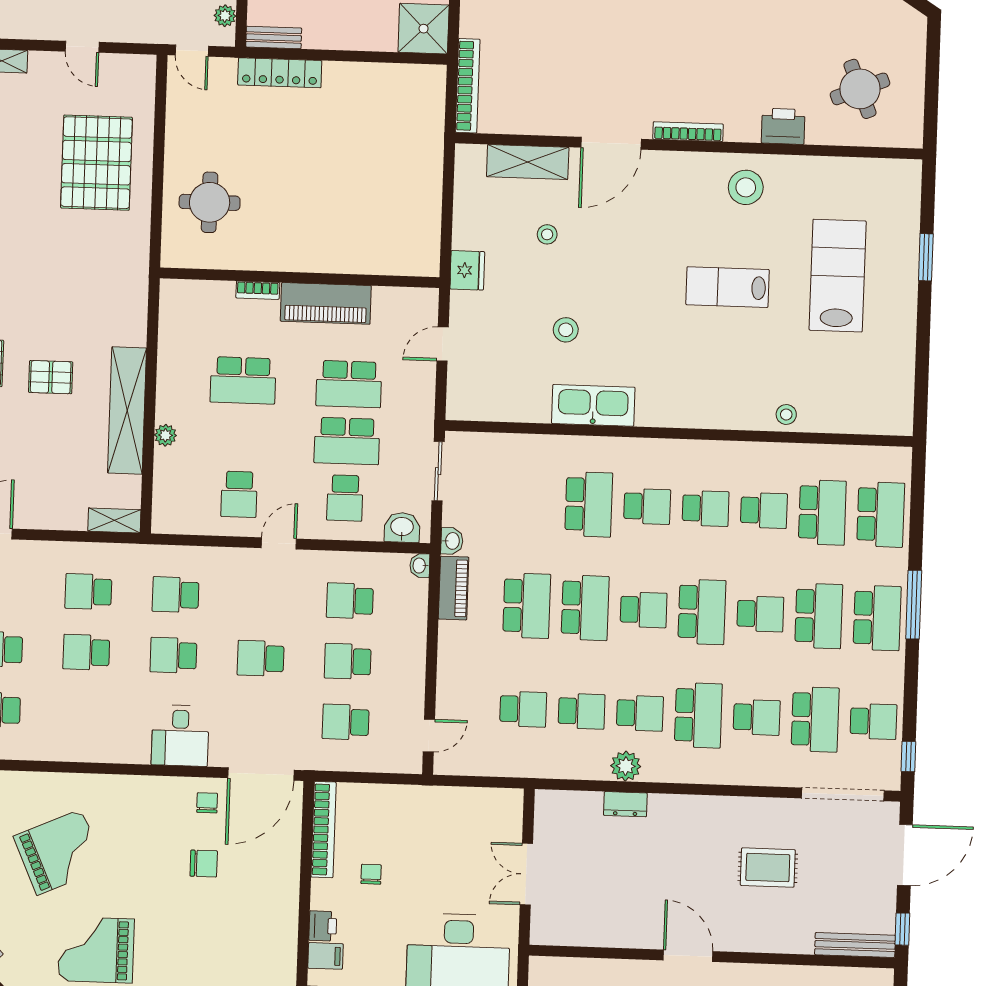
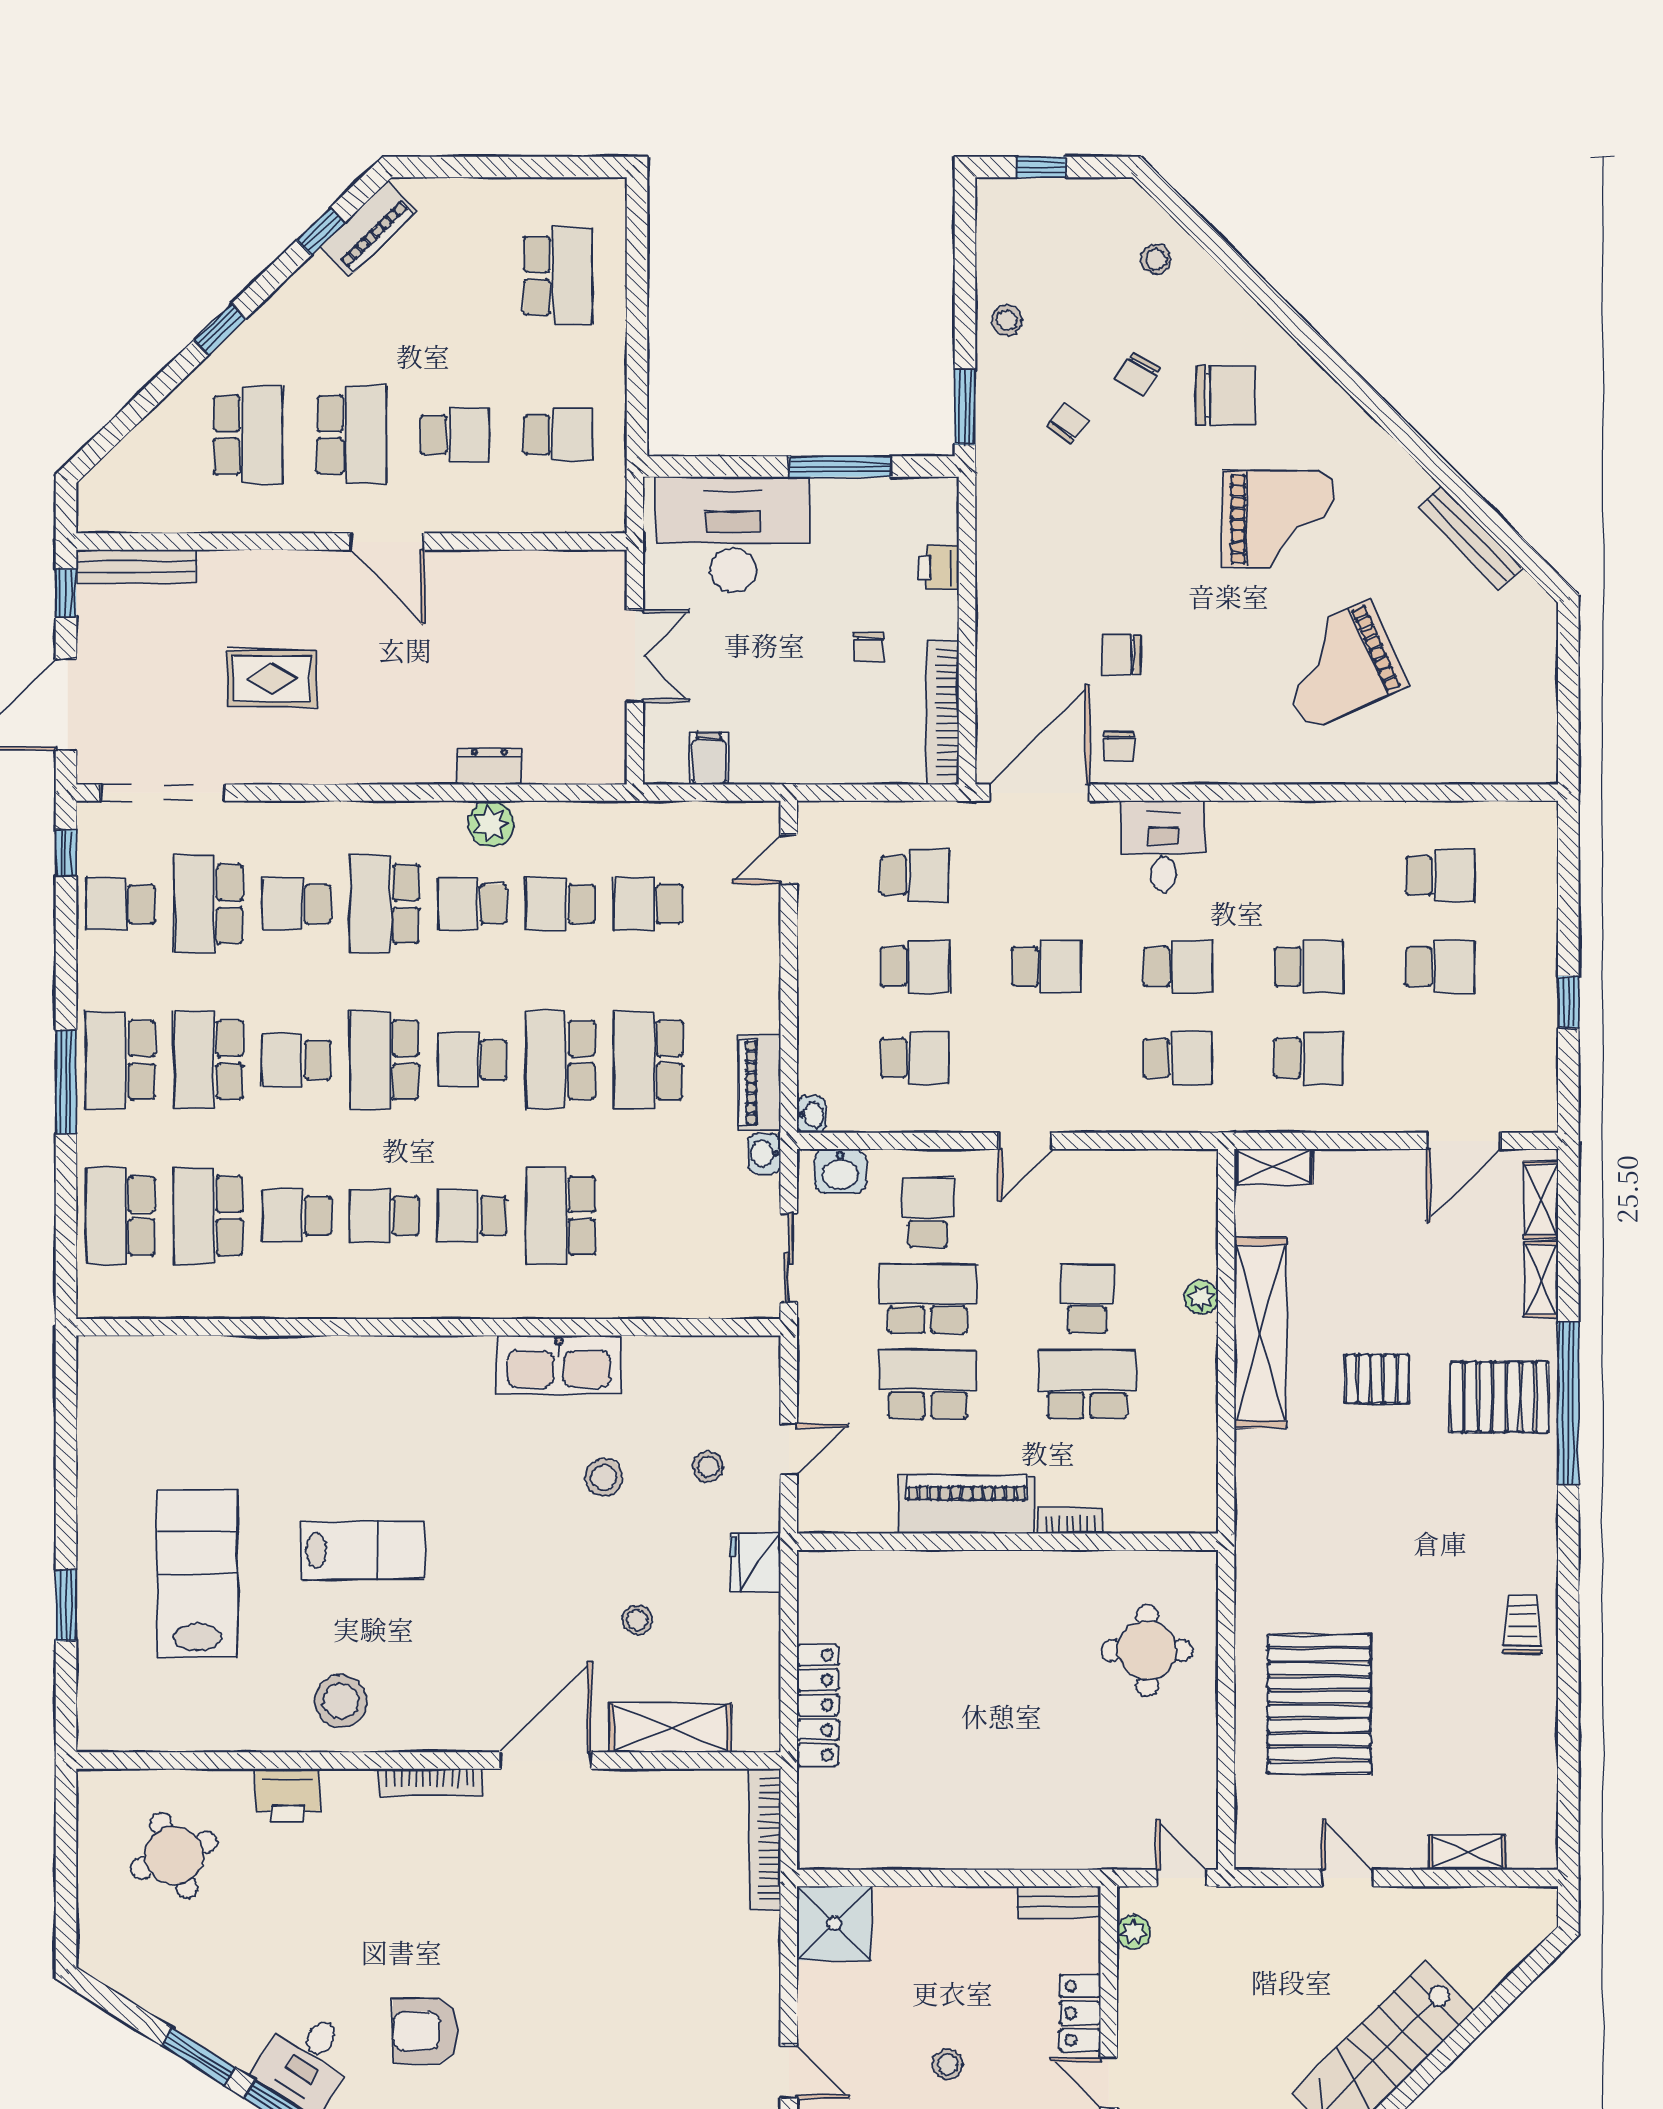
locker: (280, 73) -> (818, 1705), moved, turned 90
lab bench: (838, 276) -> (198, 1573), turned 180
stool: (786, 415) -> (708, 1467), moved
school desk: (239, 494) -> (1087, 1298), moved
filing cabinet: (325, 956) -> (709, 759), moved, turned 90

